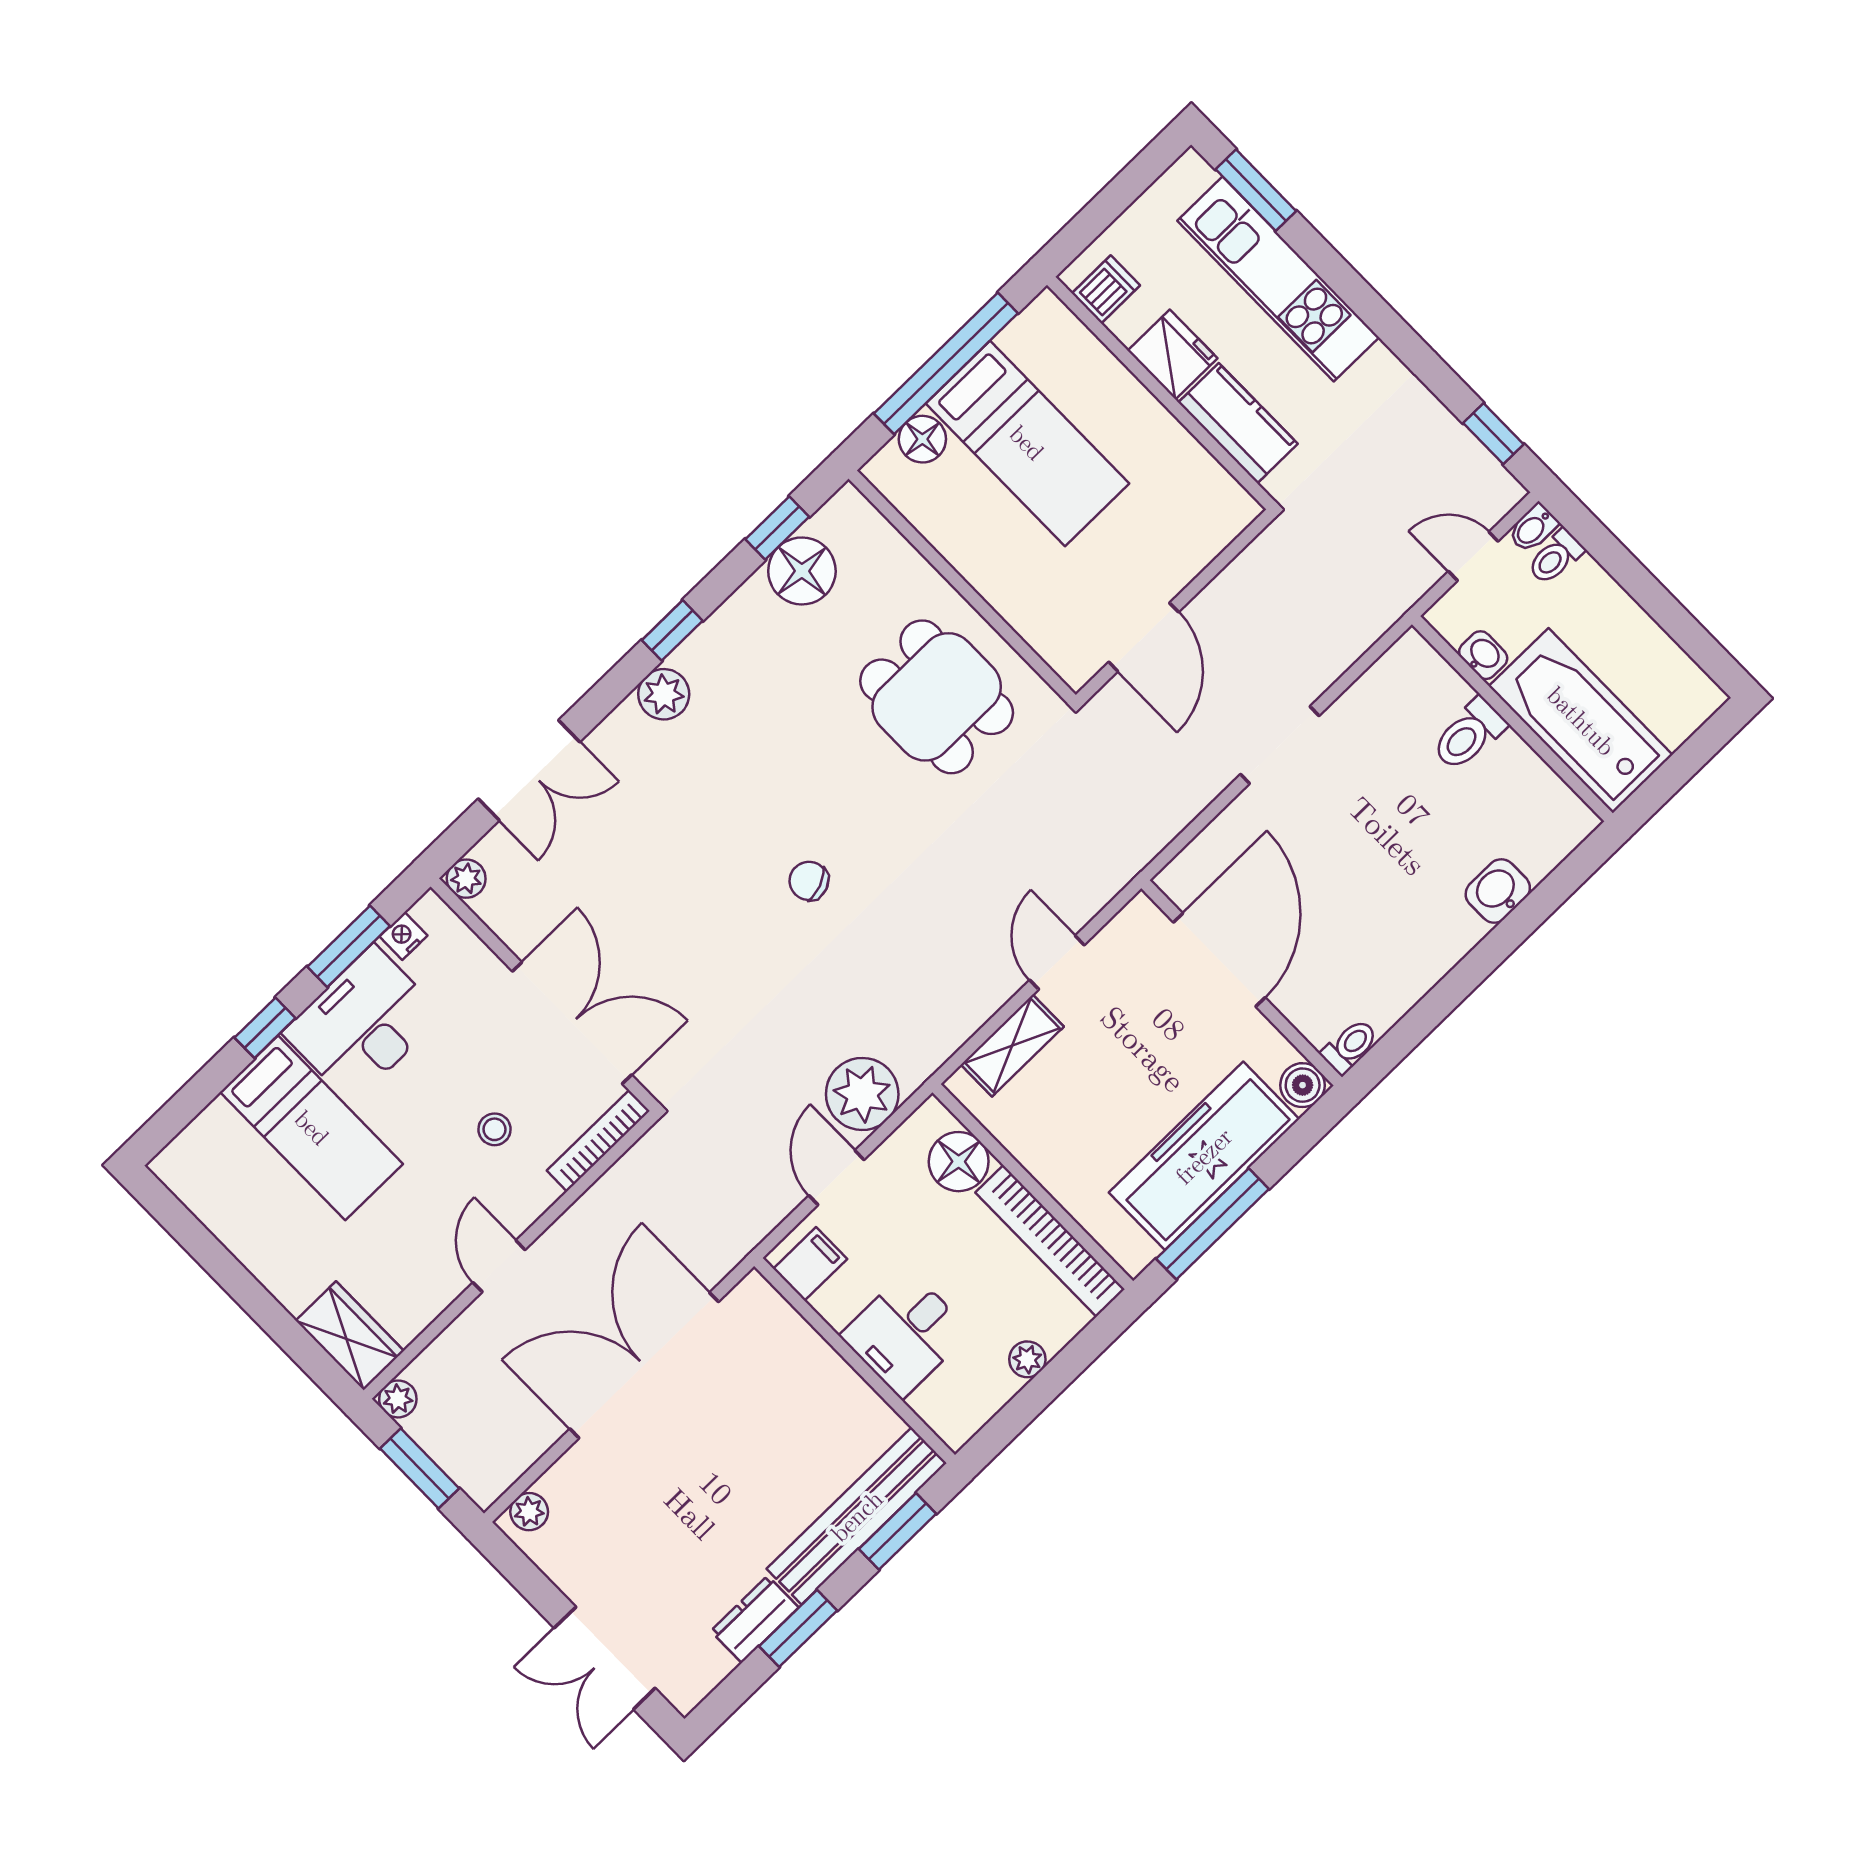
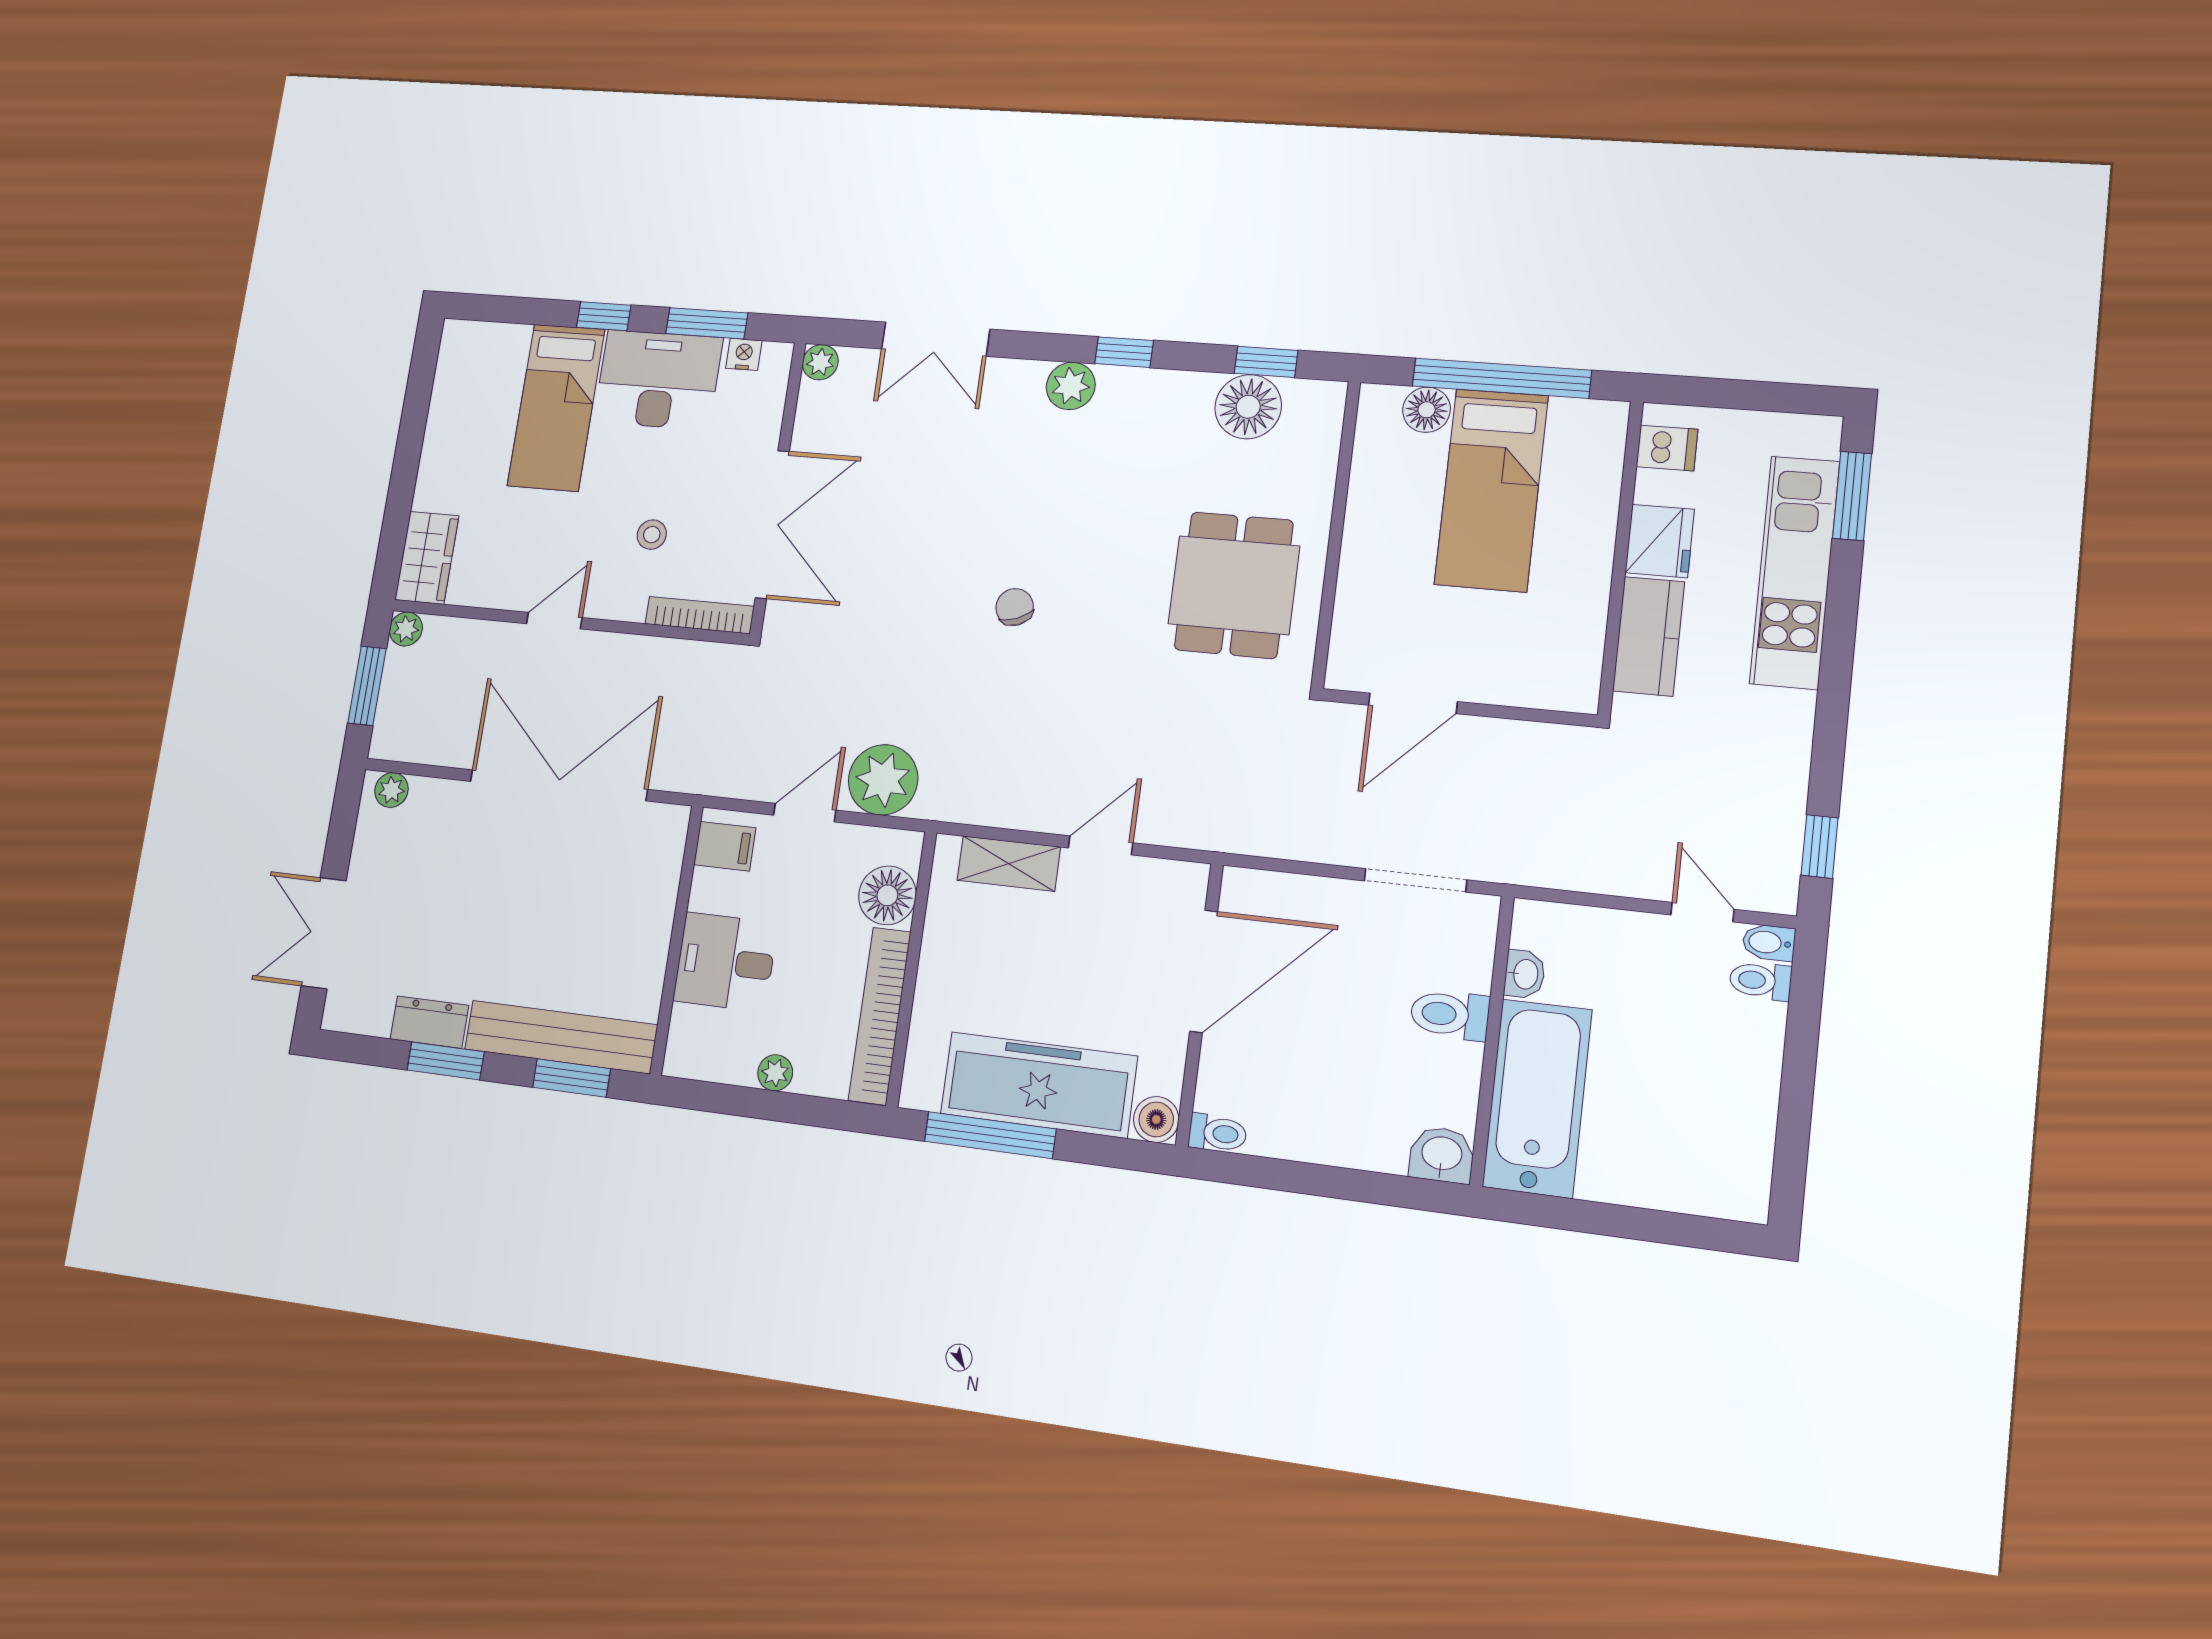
washbasin: (1483, 655) -> (1525, 974), moved
wall: (1512, 719) -> (1492, 1040), moved
bathtub: (1581, 721) -> (1537, 1098), moved
toilet: (1469, 735) -> (1450, 1015), moved

